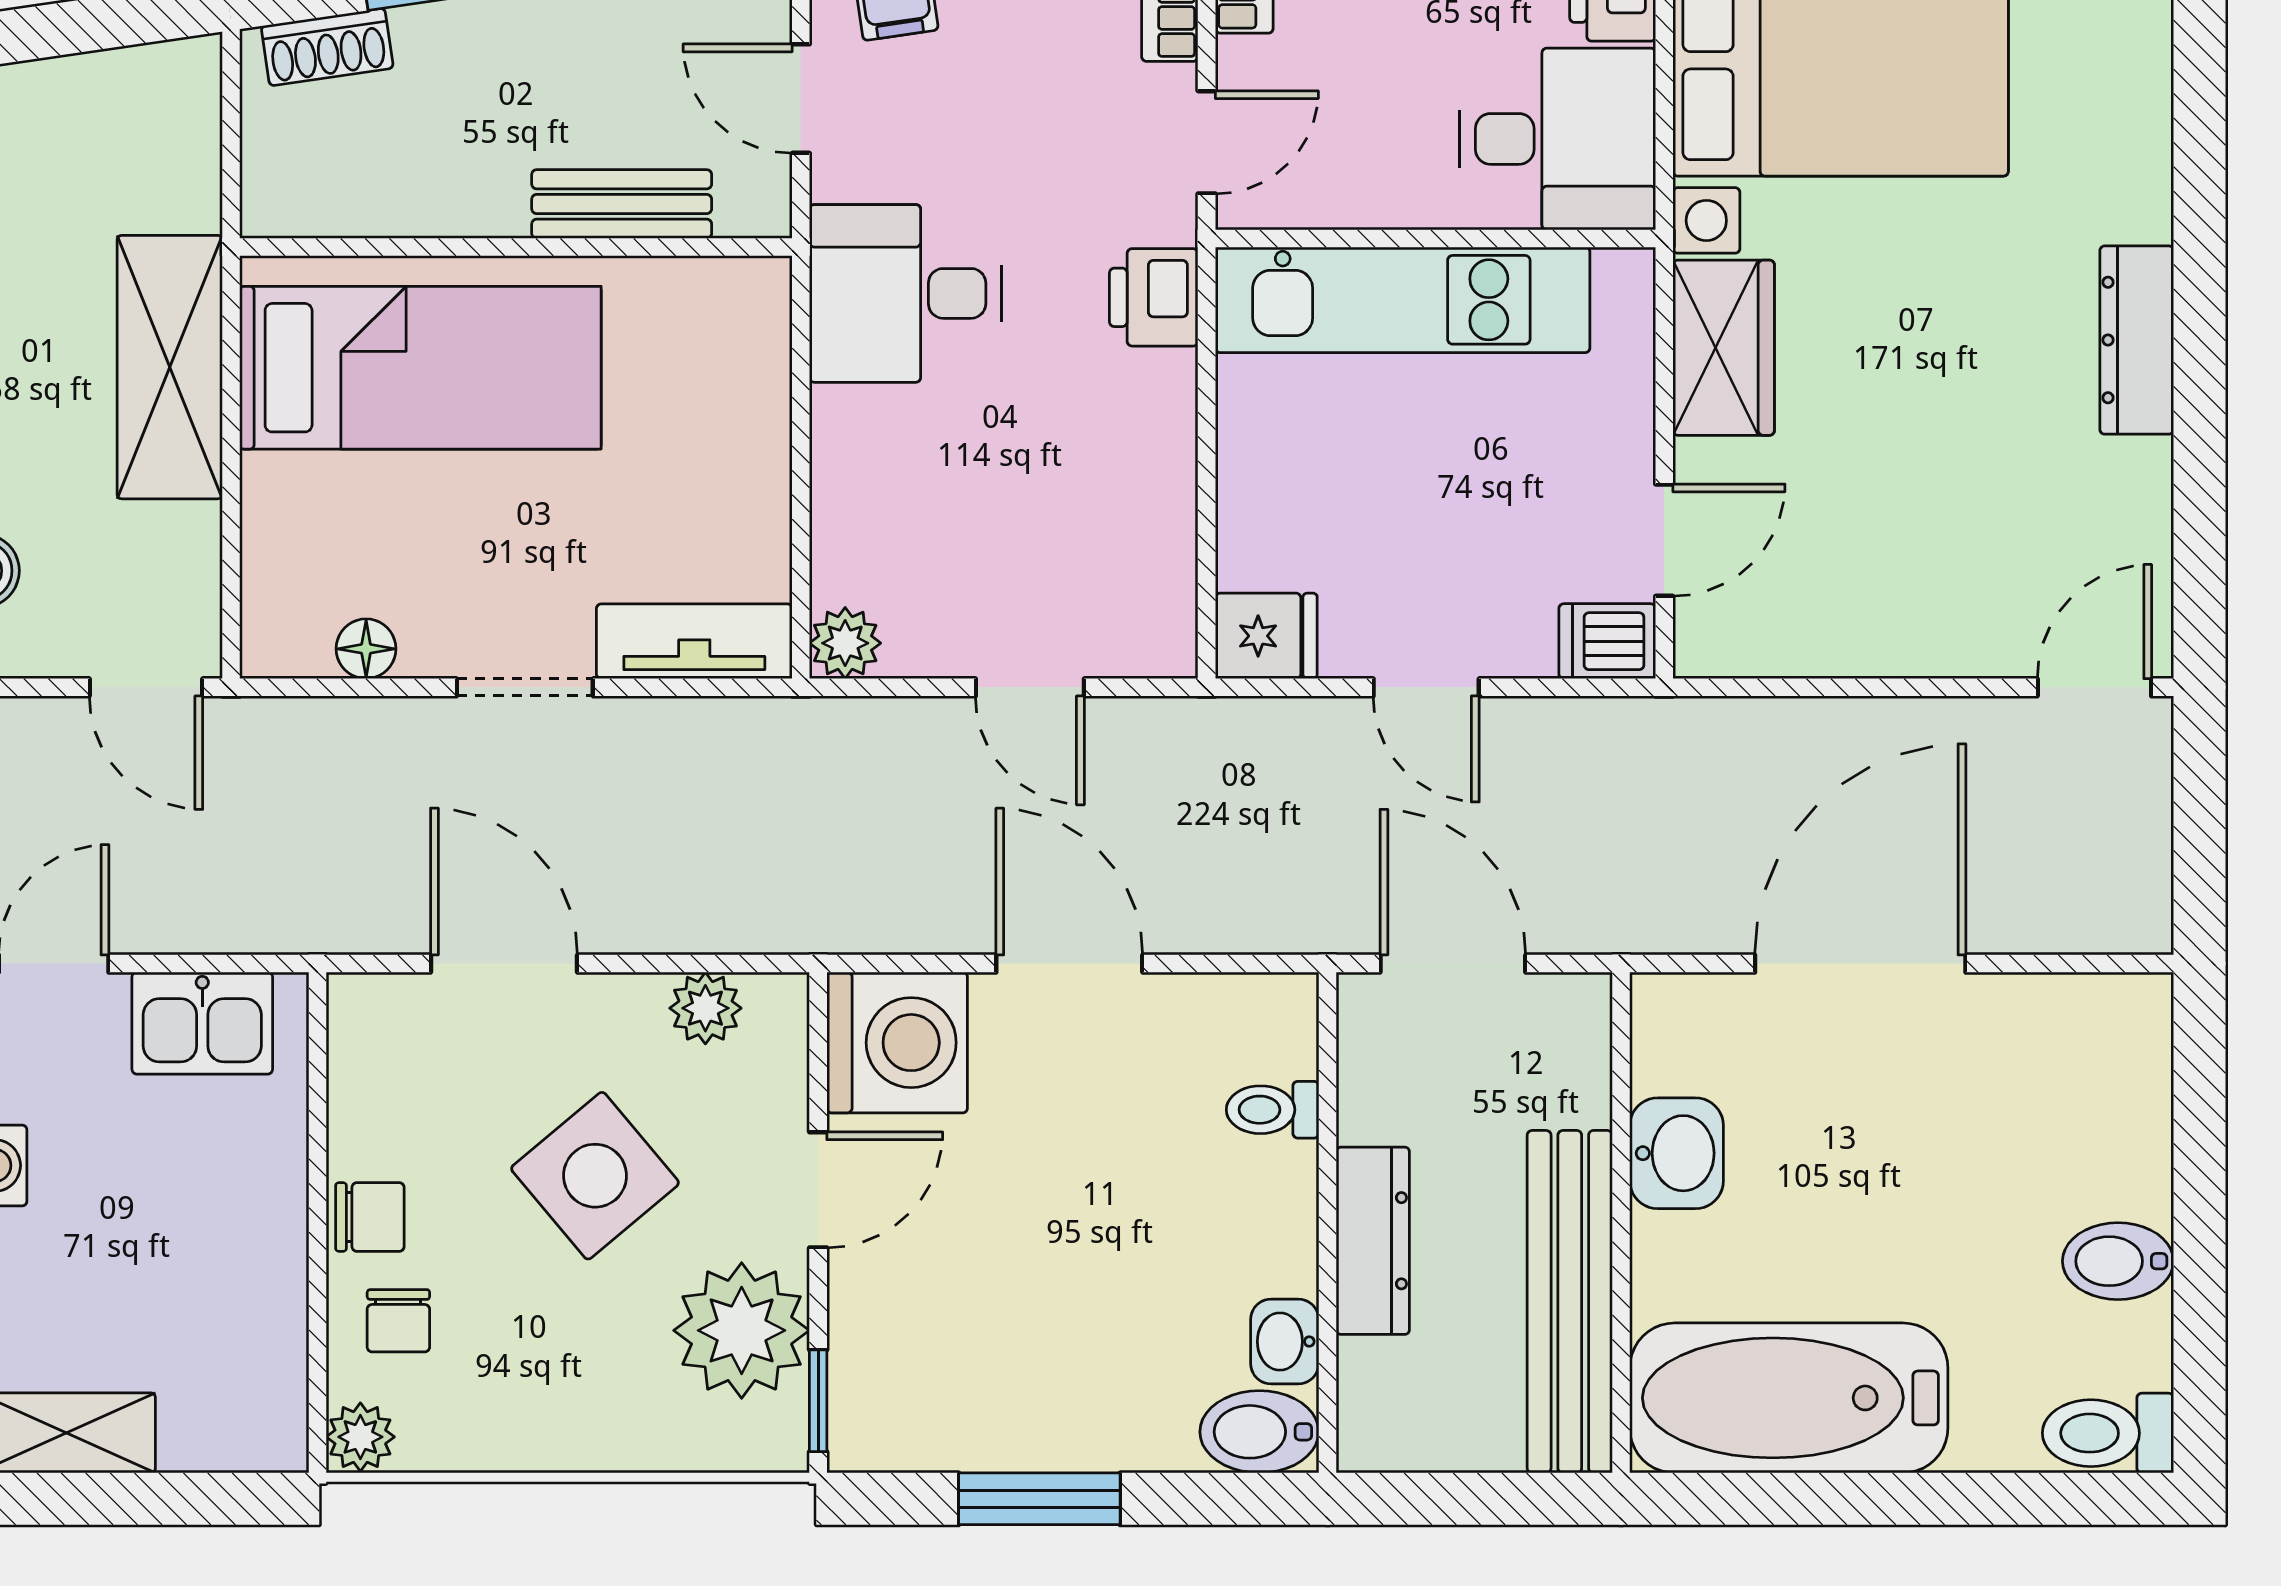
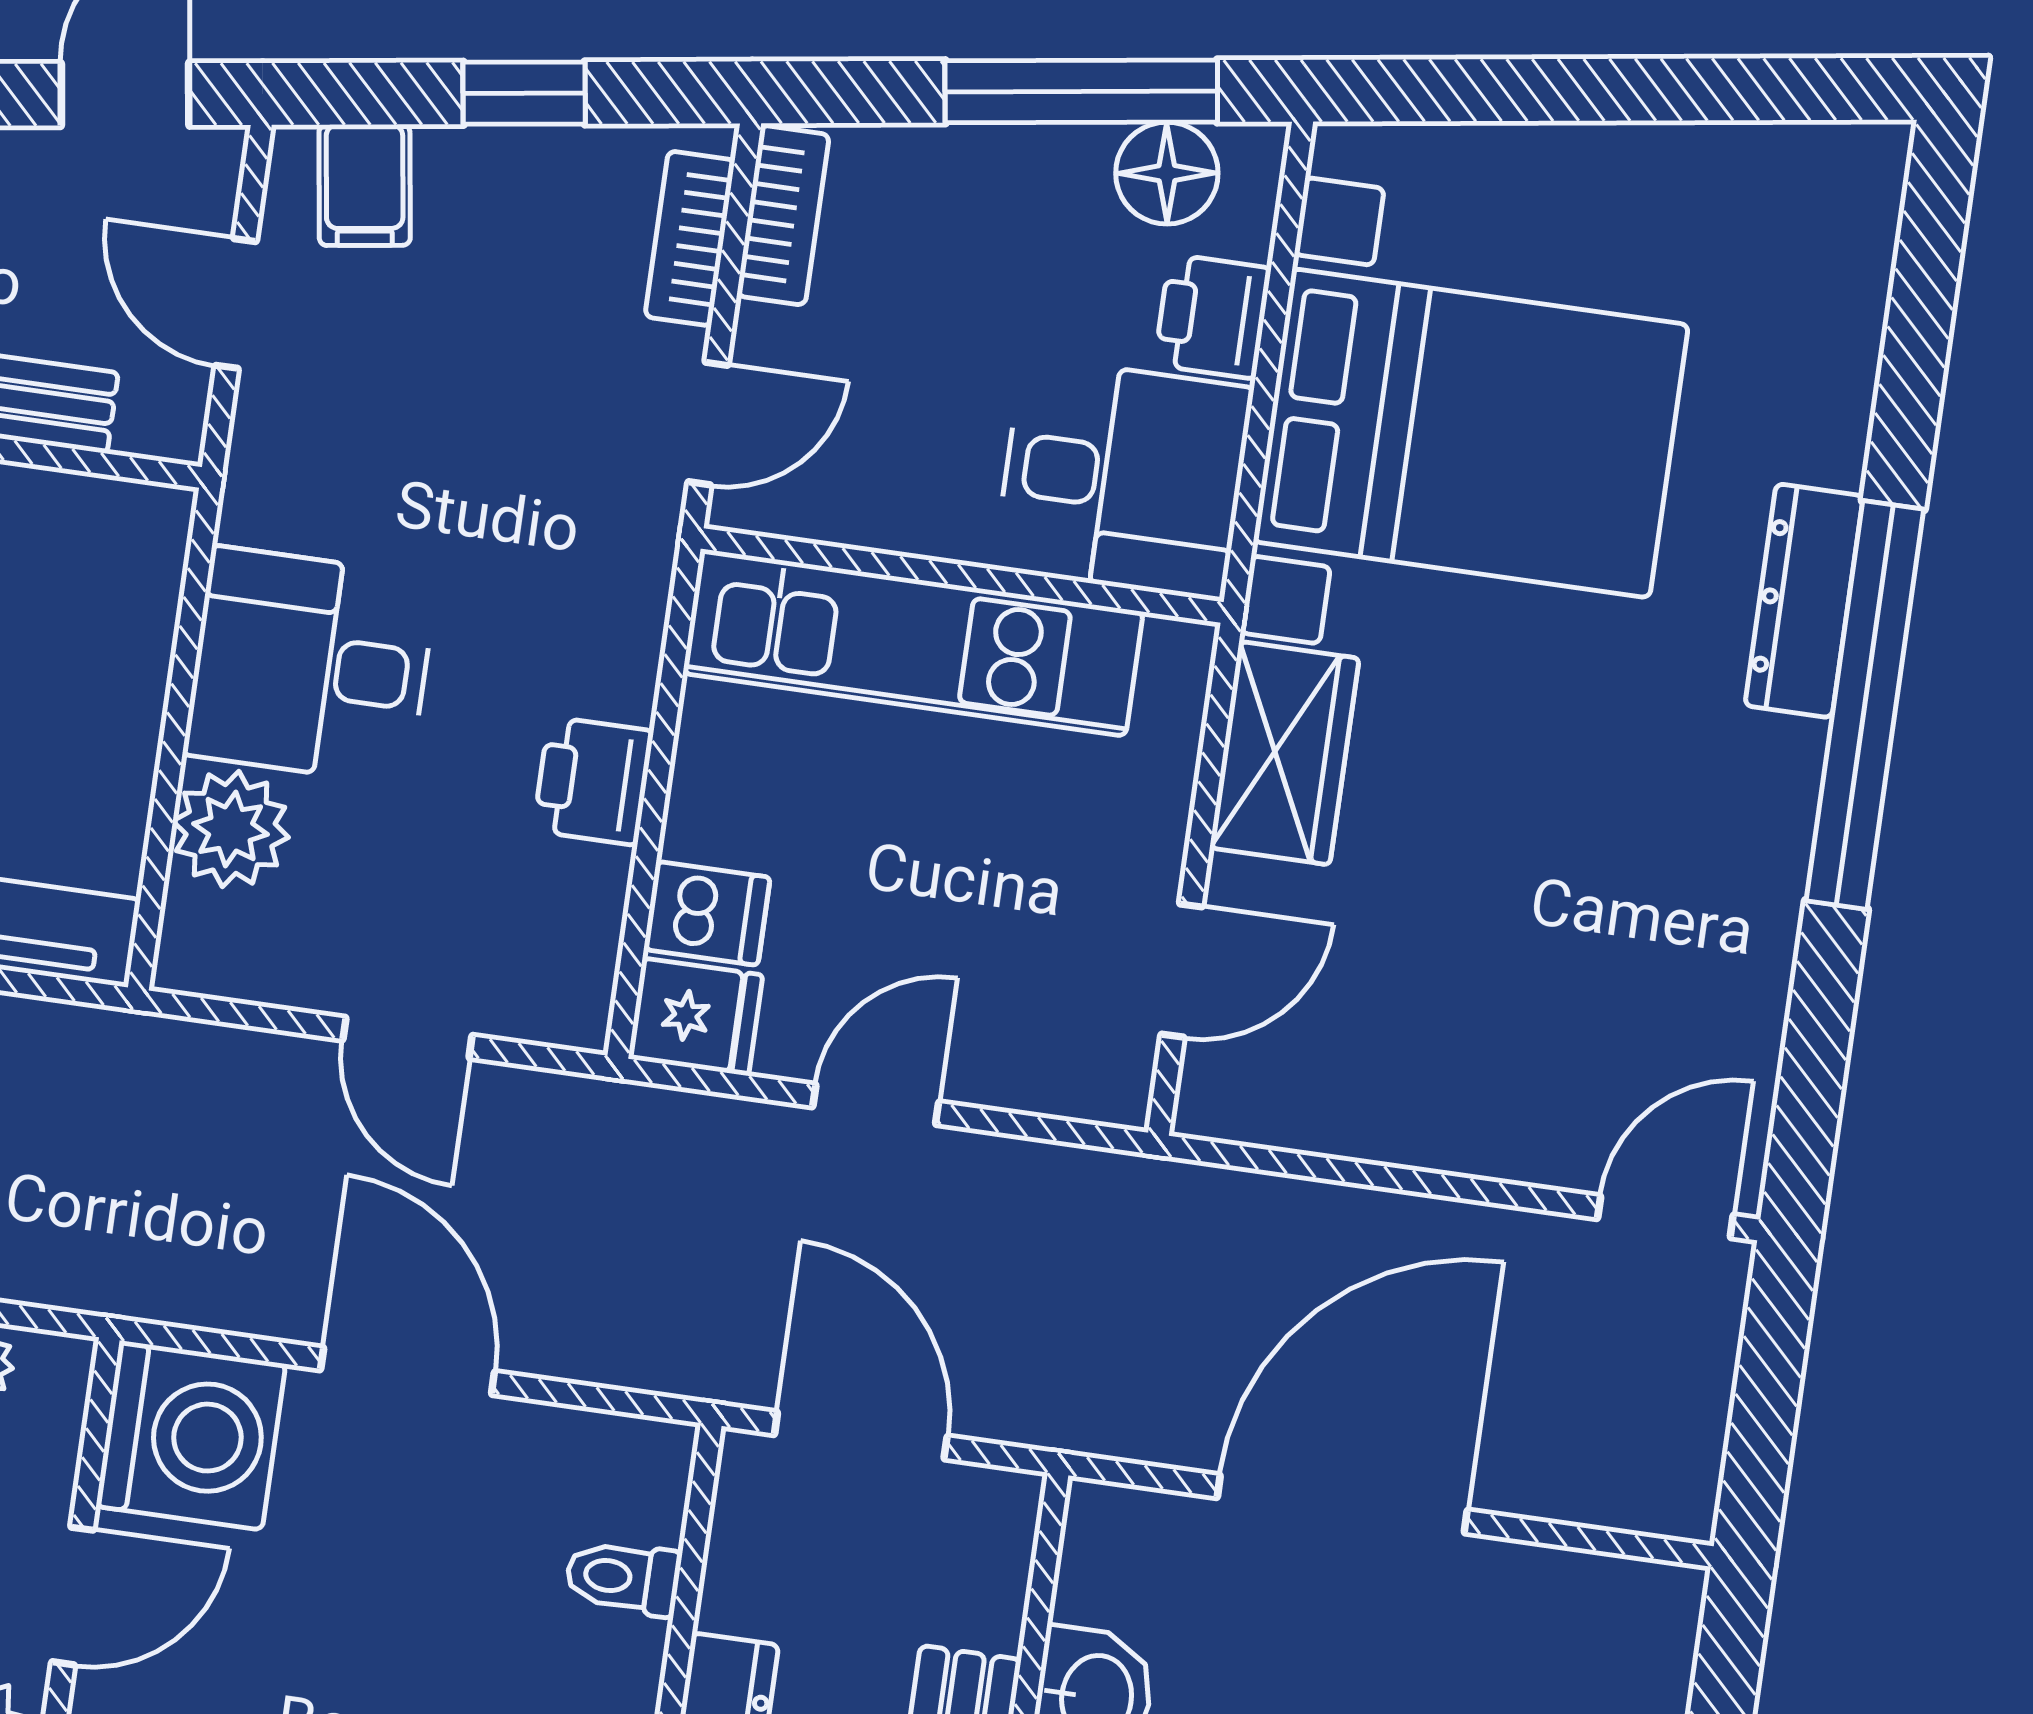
window: (2199, 239) -> (1865, 705), added
desk: (905, 293) -> (310, 666), moved
printer: (1154, 297) -> (593, 781), moved
dresser: (2137, 340) -> (1804, 601), moved
dishwasher: (1607, 641) -> (707, 913), moved, turned 180
plant: (845, 643) -> (231, 829), moved, width x1.38, depth x1.38
door: (1426, 687) -> (876, 1104), swing flipped

